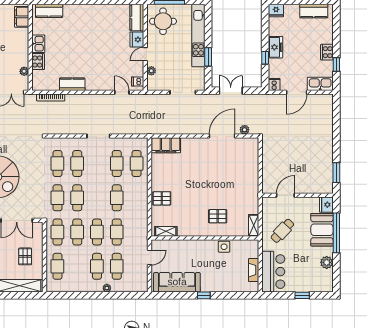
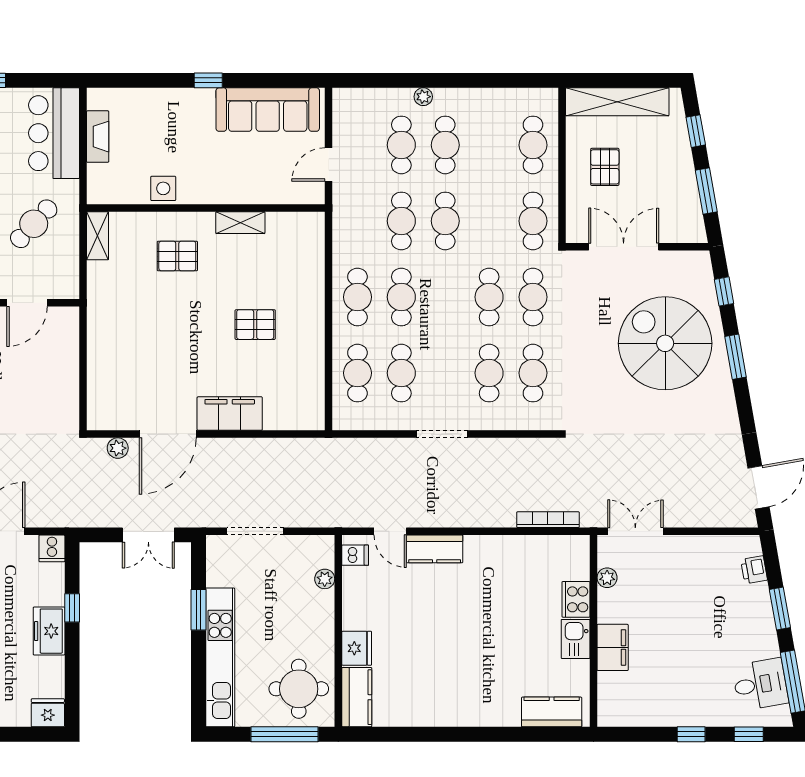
filing cabinet: (22, 17) -> (613, 647), moved
door: (145, 54) -> (338, 616), removed
kitchen counter: (72, 84) -> (435, 549), moved
filing cabinet: (166, 145) -> (230, 414), moved
pallet: (162, 198) -> (255, 325), moved
shelving: (166, 231) -> (240, 223), moved
cafe table: (77, 232) -> (357, 297), moved

